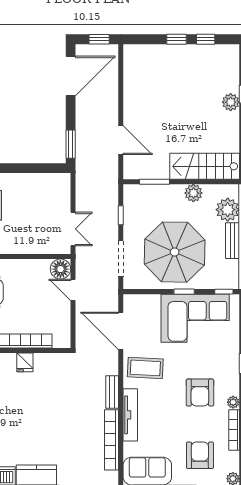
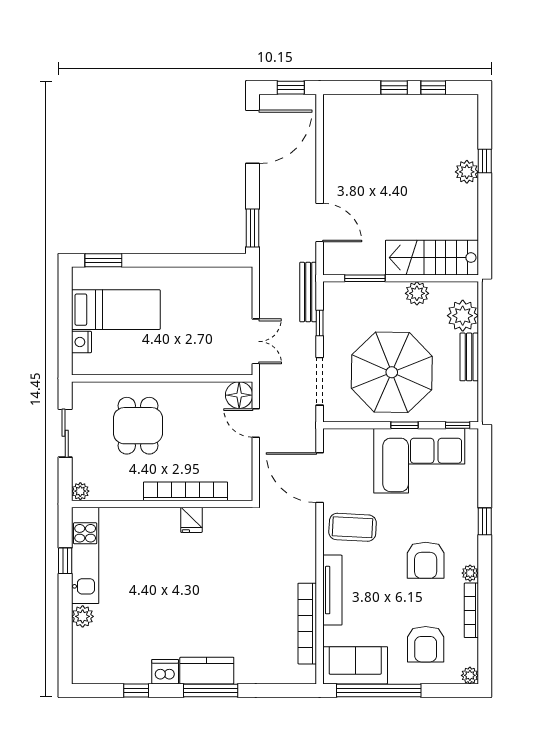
bench: (112, 392) -> (308, 292), moved, width x1.36
armchair: (200, 455) -> (426, 644), turned 180

